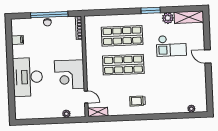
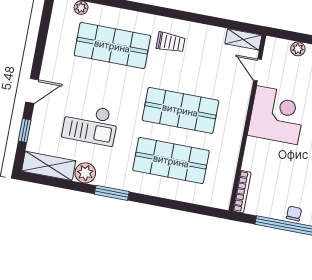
window: (207, 34) -> (25, 130), added
checkout: (171, 46) -> (90, 124), turned 180
door: (208, 56) -> (32, 91), hinge flipped
shop shelf: (169, 92) -> (112, 46), added

